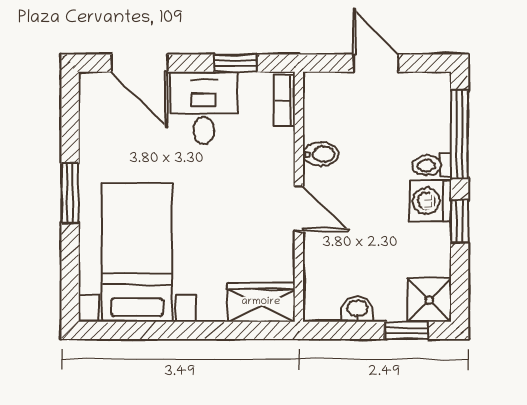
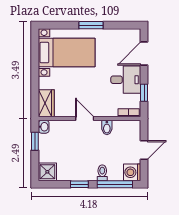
washing machine: (430, 201) -> (132, 172), moved, turned -90
door: (299, 209) -> (85, 119), swing flipped
washbasin: (357, 309) -> (44, 127), moved
window: (407, 330) -> (35, 141), moved

